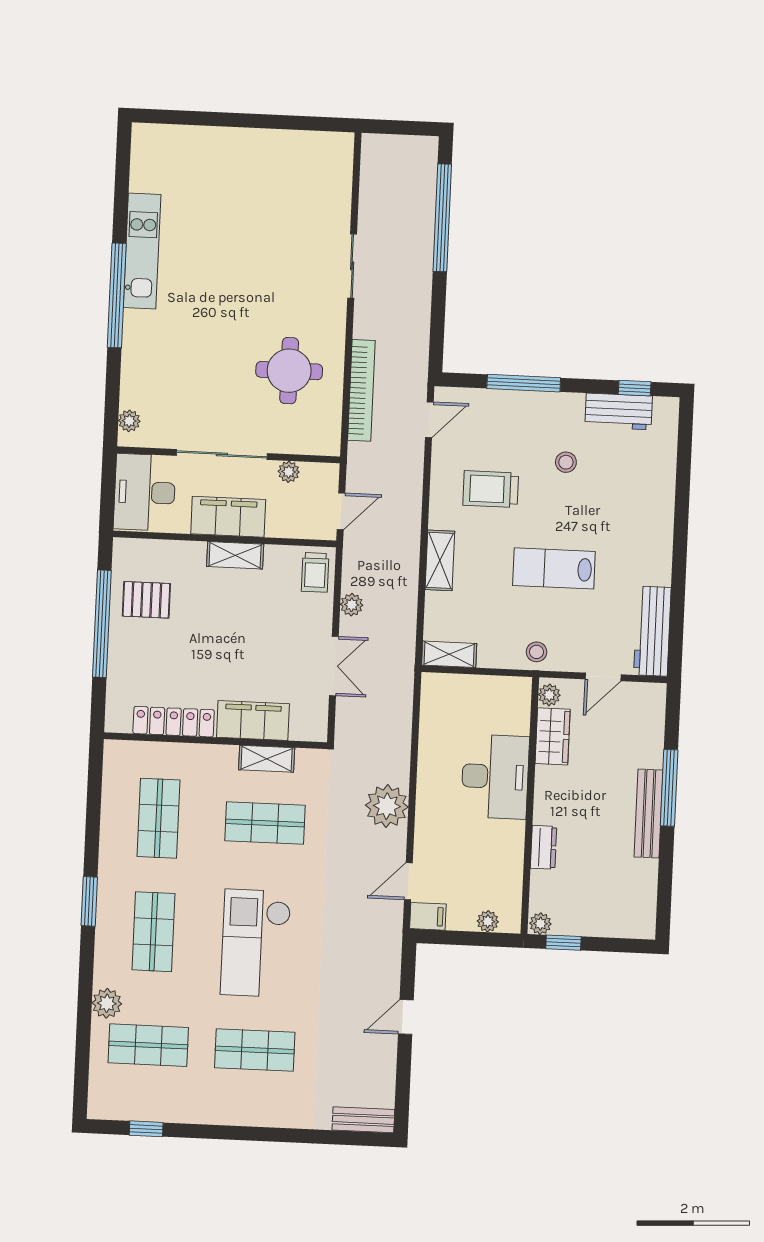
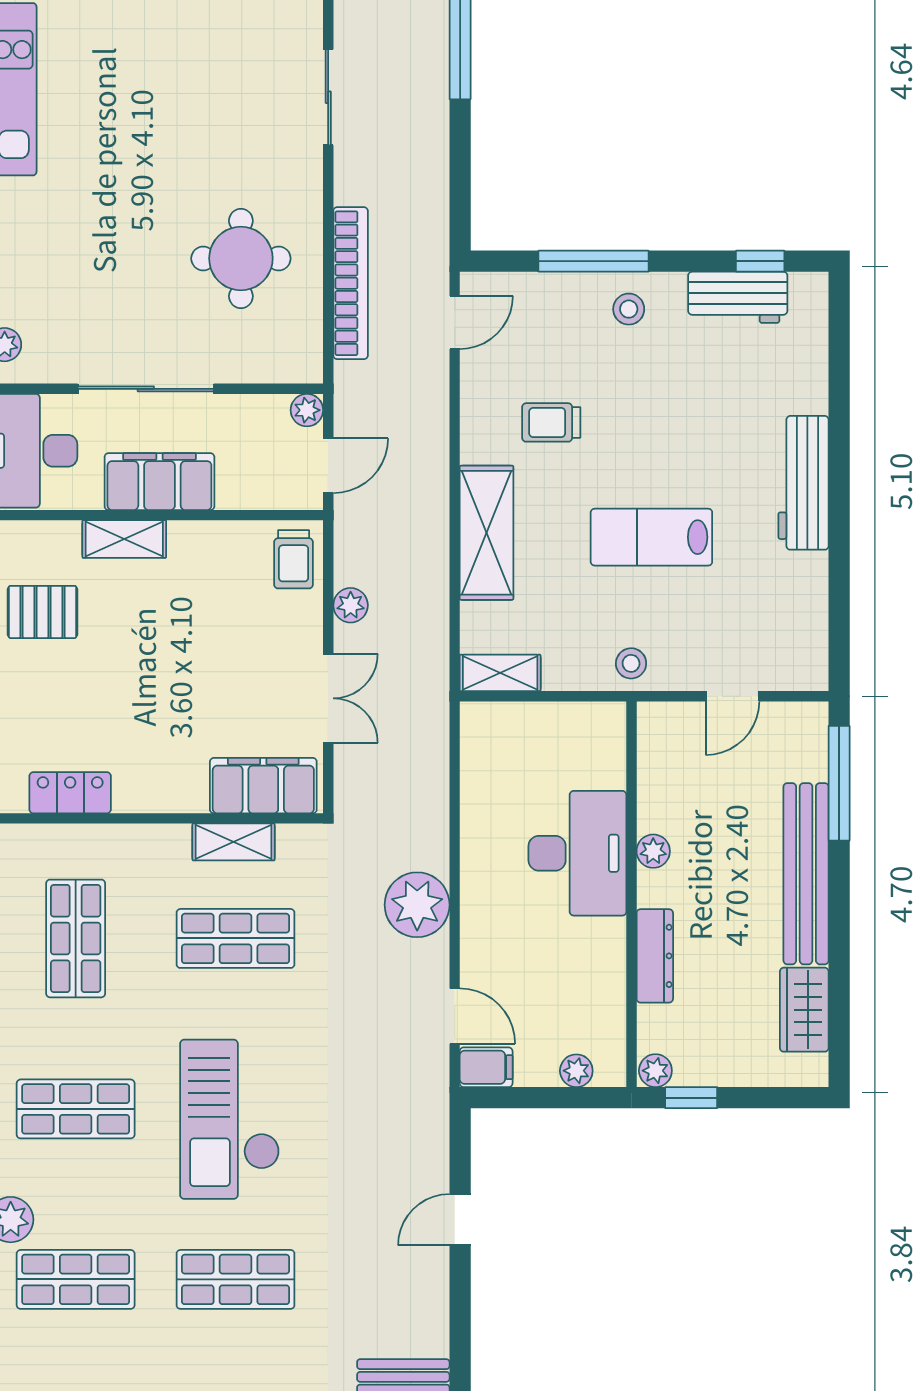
stool: (566, 462) -> (629, 309), moved
plant: (289, 472) -> (307, 410), moved
trolley: (491, 489) -> (551, 422), width x0.73, depth x0.72
shelving: (235, 555) -> (124, 539), moved
shelving: (440, 560) -> (487, 533), width x1.50, depth x1.33
workbench: (652, 631) -> (803, 483), moved
plant: (549, 695) -> (653, 851), moved
filing cabinet: (253, 721) -> (263, 786), moved
locker: (174, 722) -> (70, 793), width x0.66
wardrobe: (553, 736) -> (804, 1010), moved, turned 180
window: (669, 788) -> (839, 783), moved
bench: (649, 813) -> (806, 874), width x1.37, depth x1.21
dresser: (543, 847) -> (655, 956), width x1.44
door: (408, 881) -> (455, 1016), swing flipped
shop shelf: (153, 932) -> (76, 1109), turned 90

